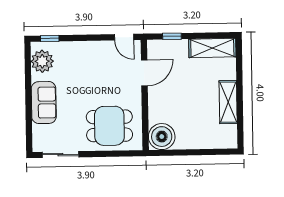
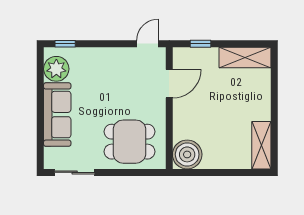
door: (124, 37) -> (147, 44), swing flipped
shelving: (228, 102) -> (261, 145), moved
sofa: (44, 103) -> (57, 115), width x1.36

